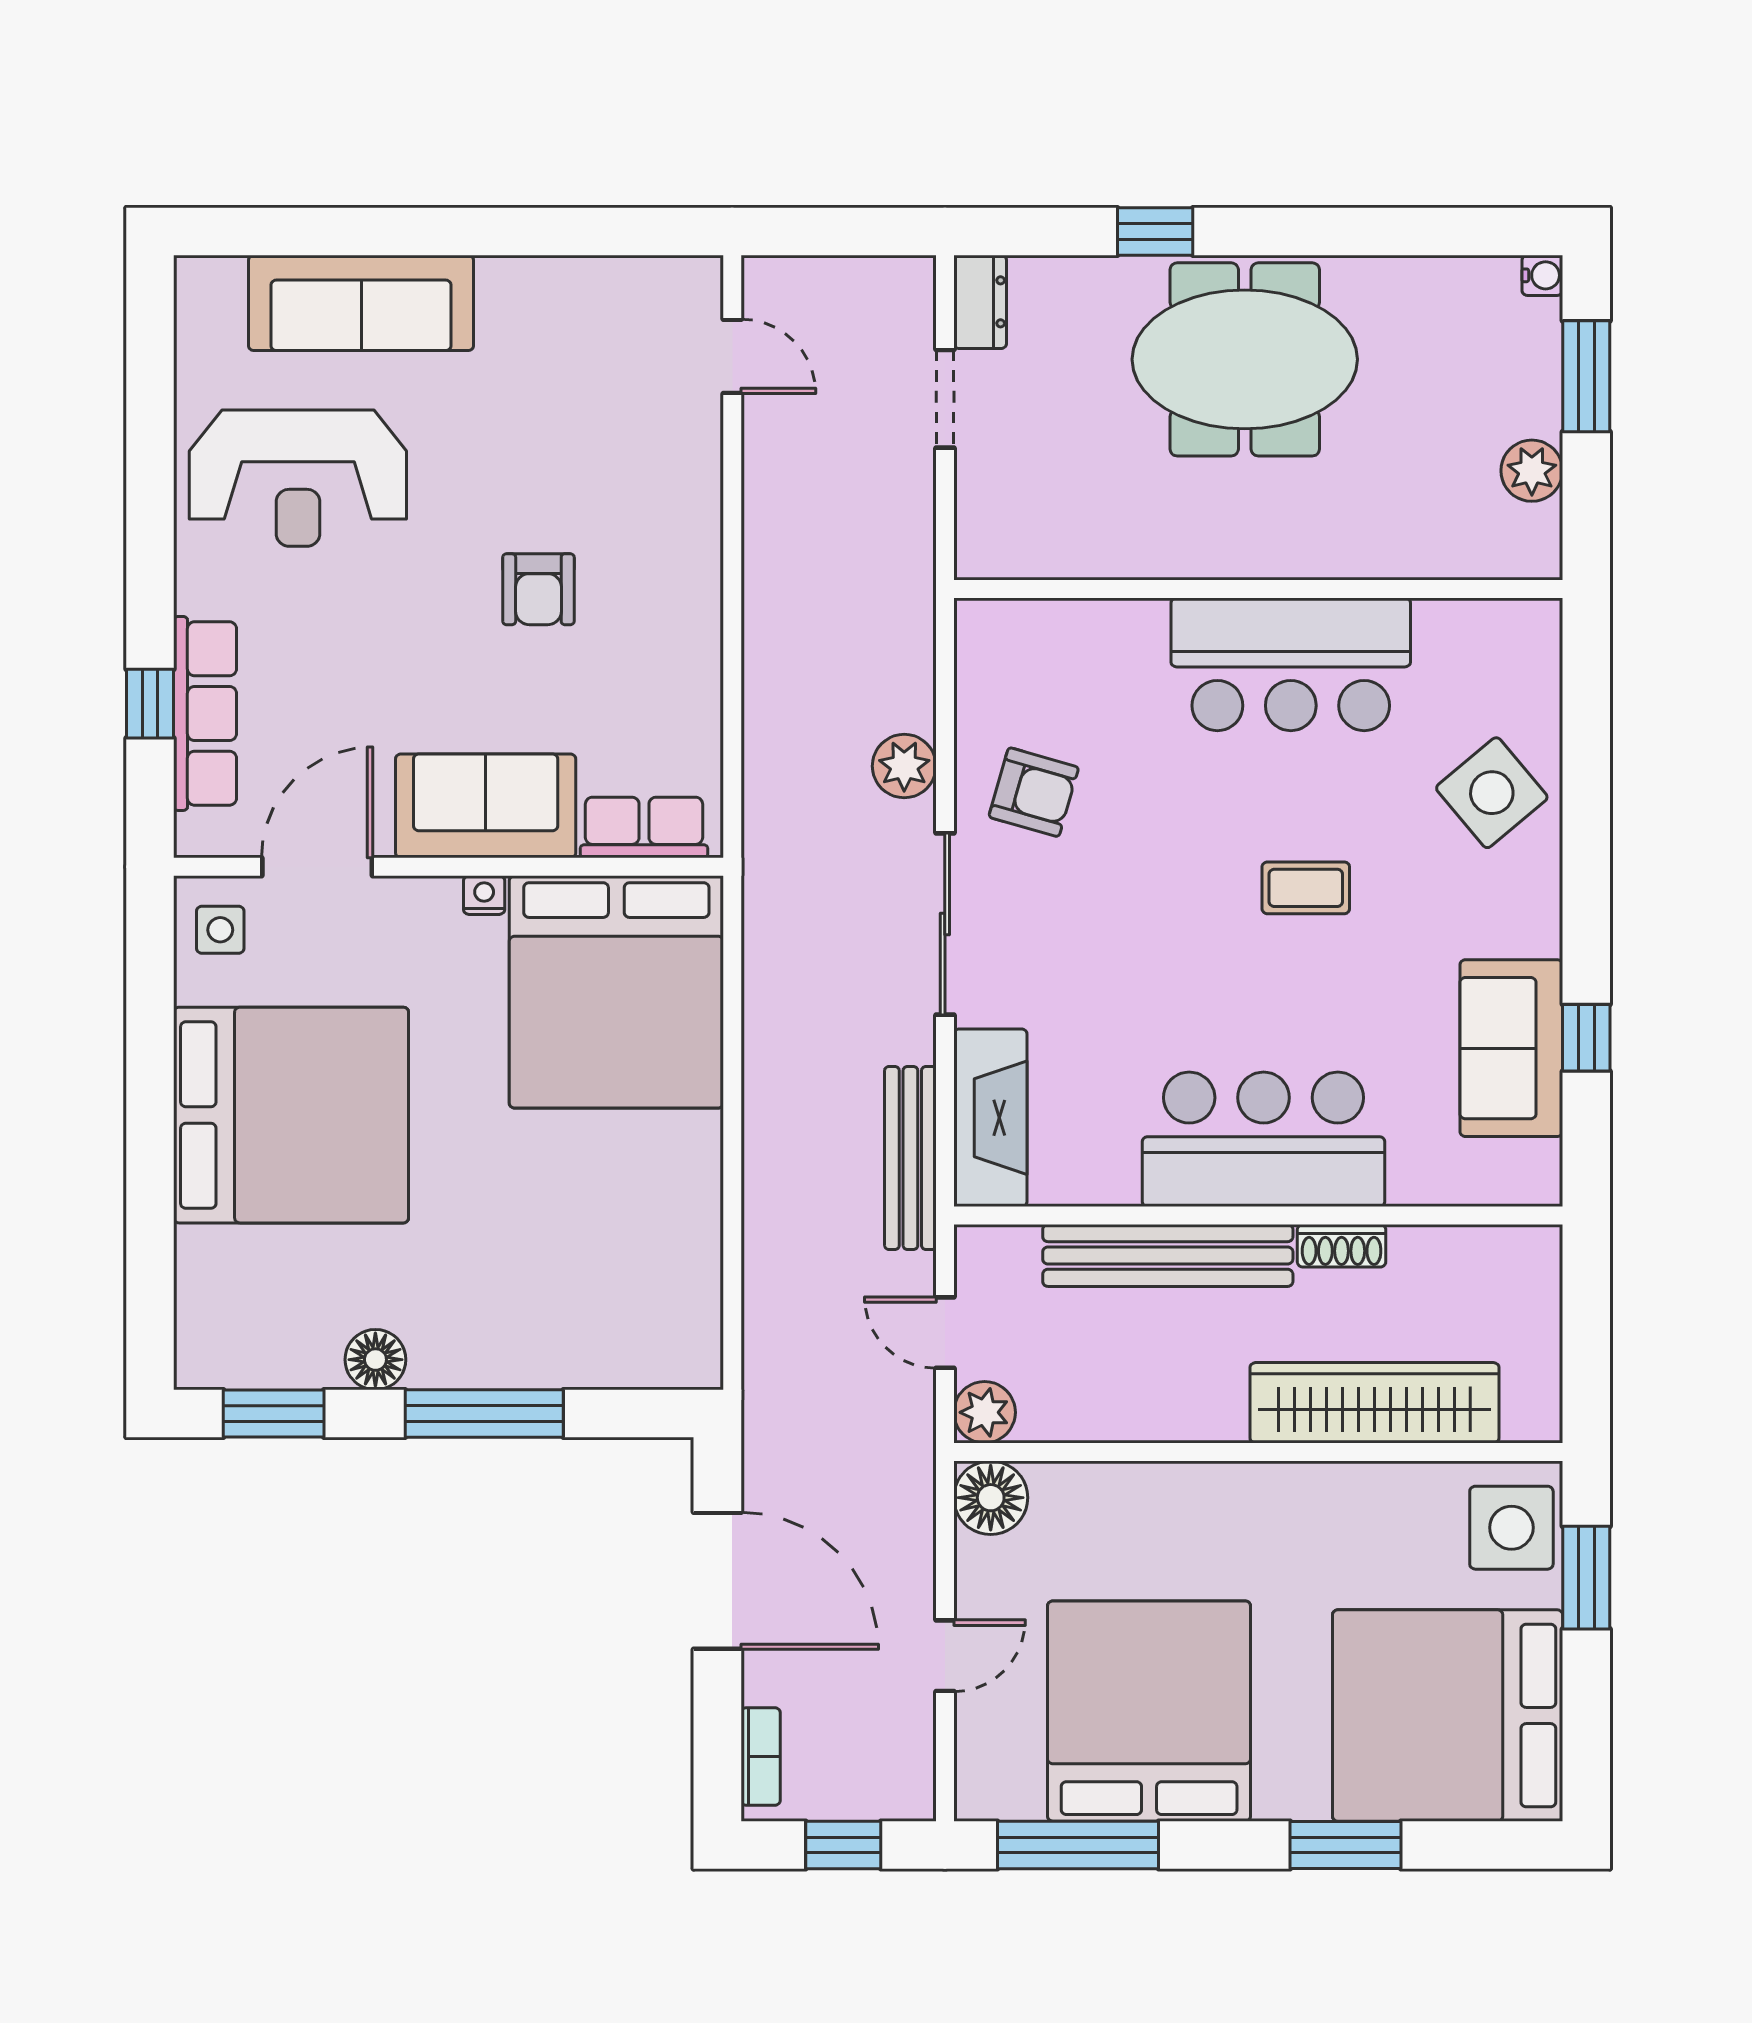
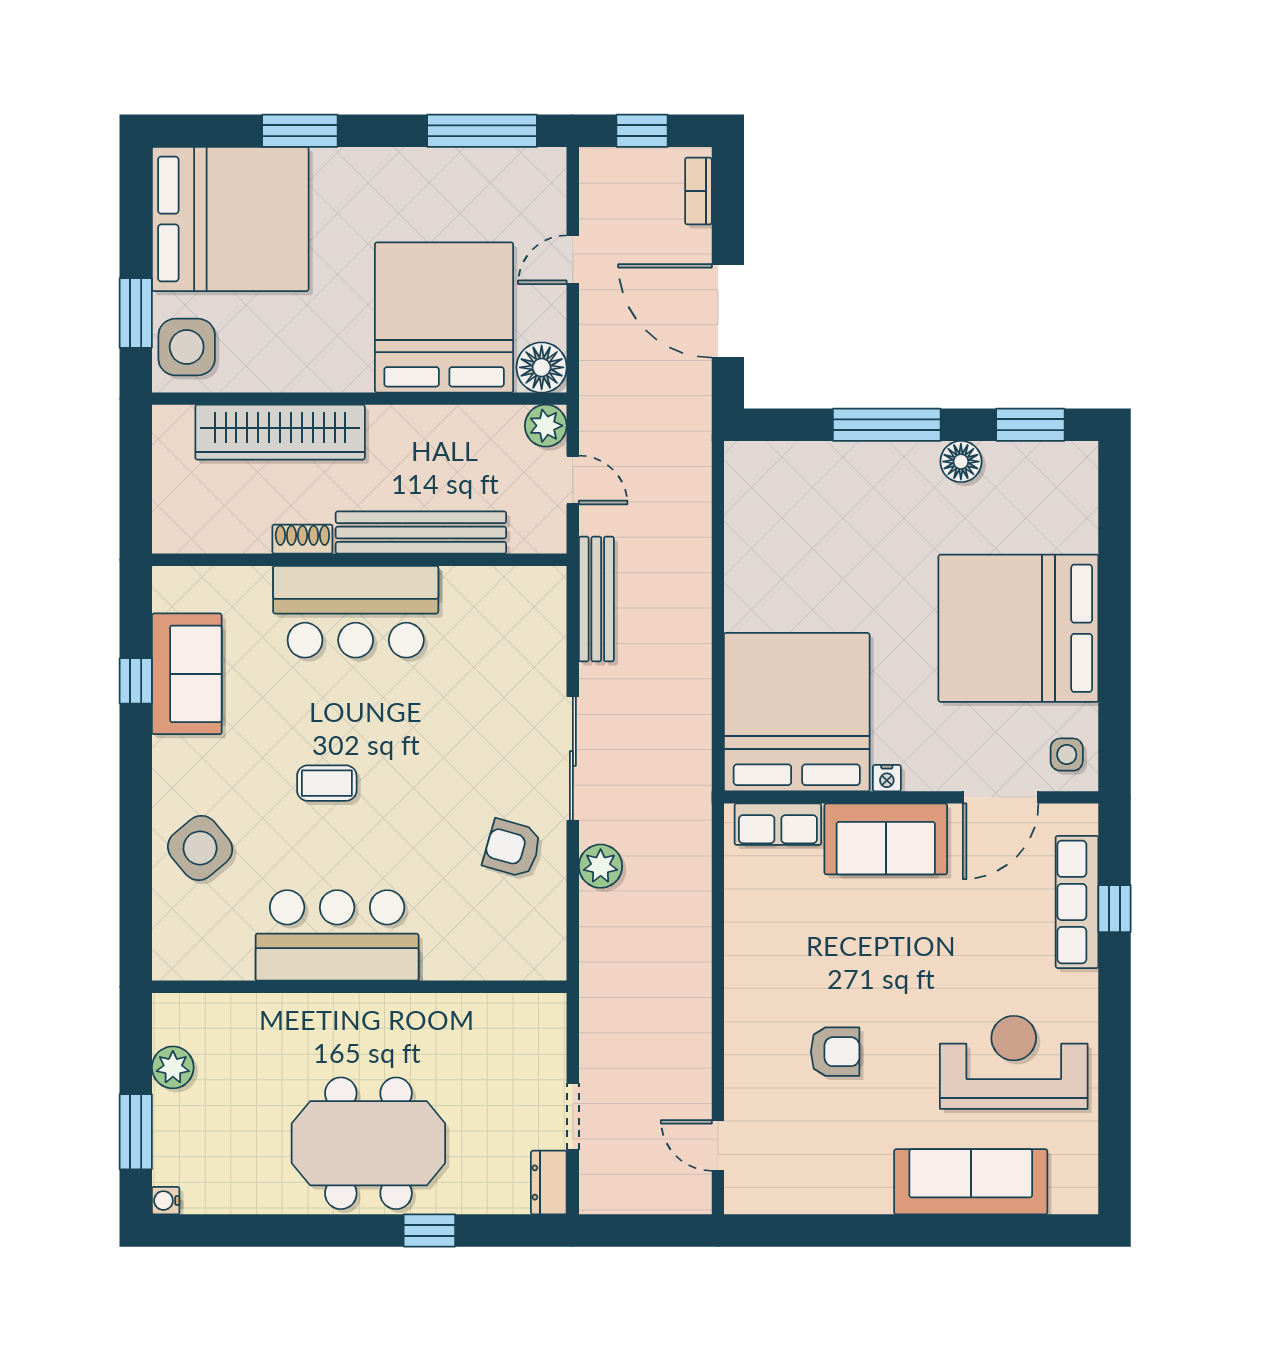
armchair: (538, 589) -> (835, 1052), moved, turned 90
fireplace: (990, 1118) -> (542, 626), removed
bed: (1149, 1711) -> (444, 317), moved, turned 180

